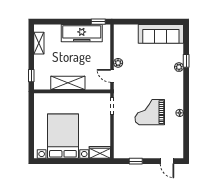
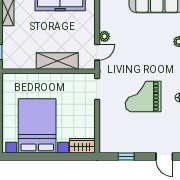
door: (112, 76) -> (97, 52), swing flipped
shelving: (68, 83) -> (57, 61), moved

